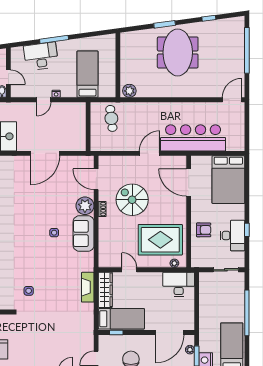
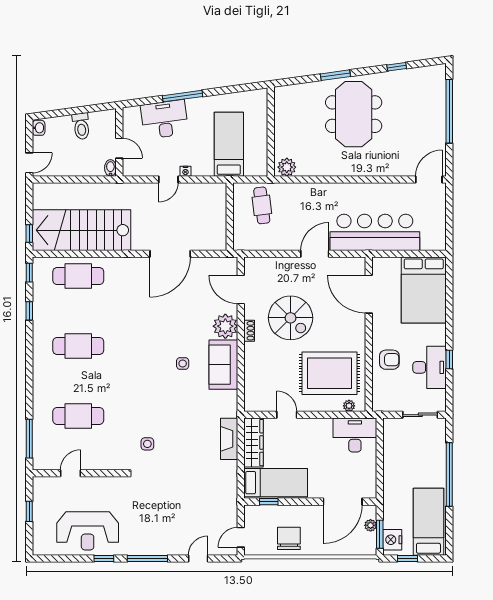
spiral stairs: (132, 200) -> (291, 318), turned 180

